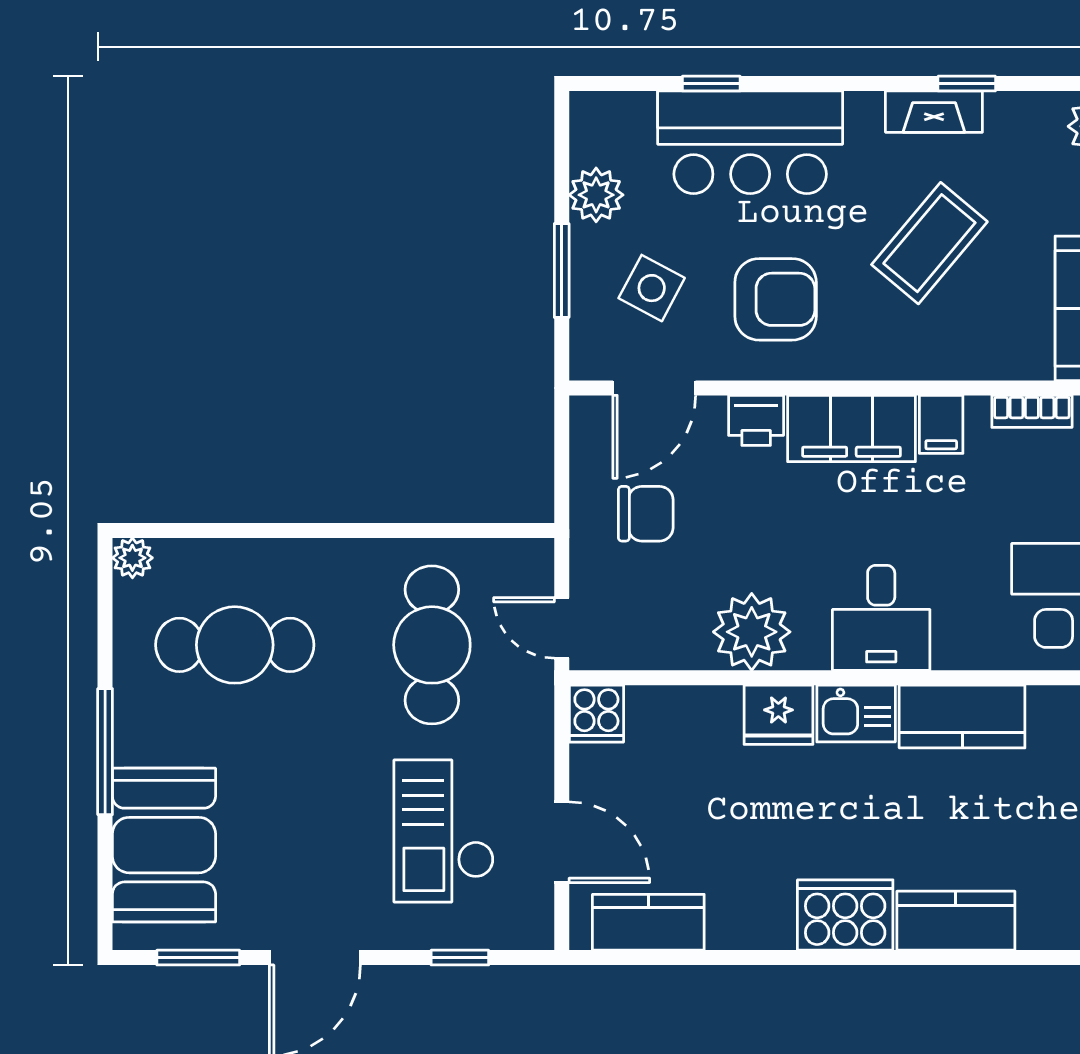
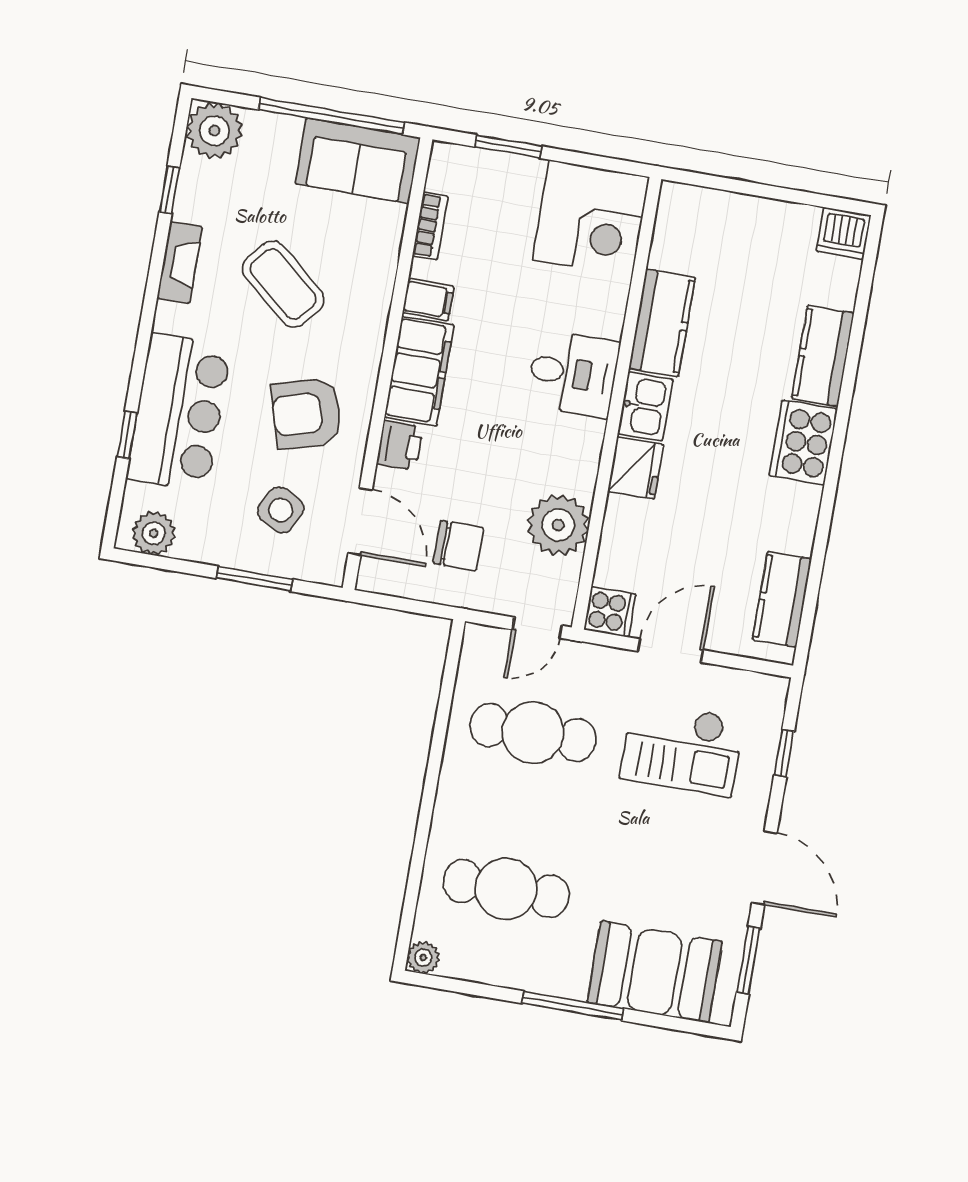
window: (967, 84) -> (169, 190), moved
plant: (596, 195) -> (154, 533), moved
armchair: (776, 299) -> (307, 413), turned -106
chair: (646, 514) -> (458, 546), turned 90
plant: (752, 632) -> (558, 525), moved
cafe table: (235, 645) -> (506, 889), turned 90
door: (562, 842) -> (671, 651), moved

